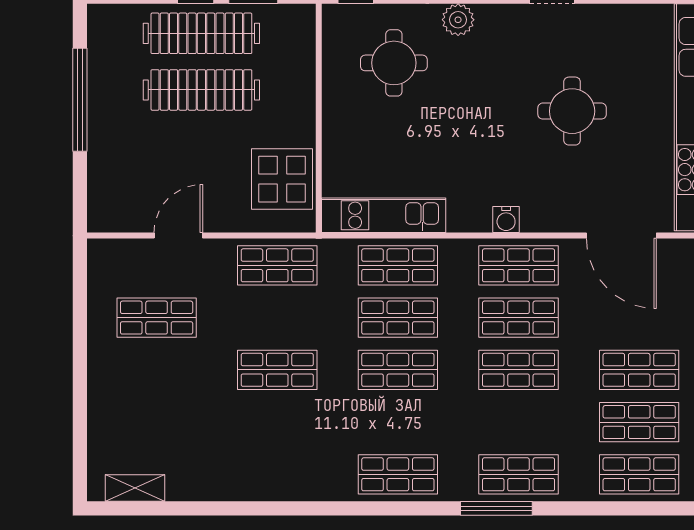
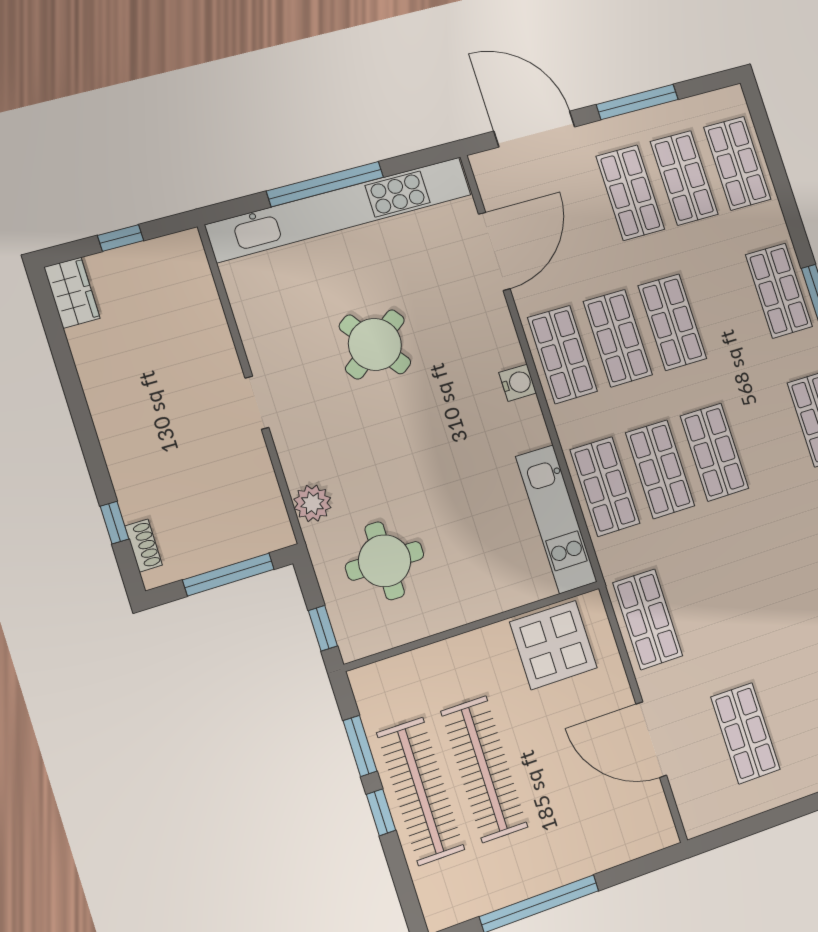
round table: (572, 111) -> (375, 344), turned -36
door: (178, 236) -> (651, 740), width x1.36
shop shelf: (277, 370) -> (757, 583), removed

